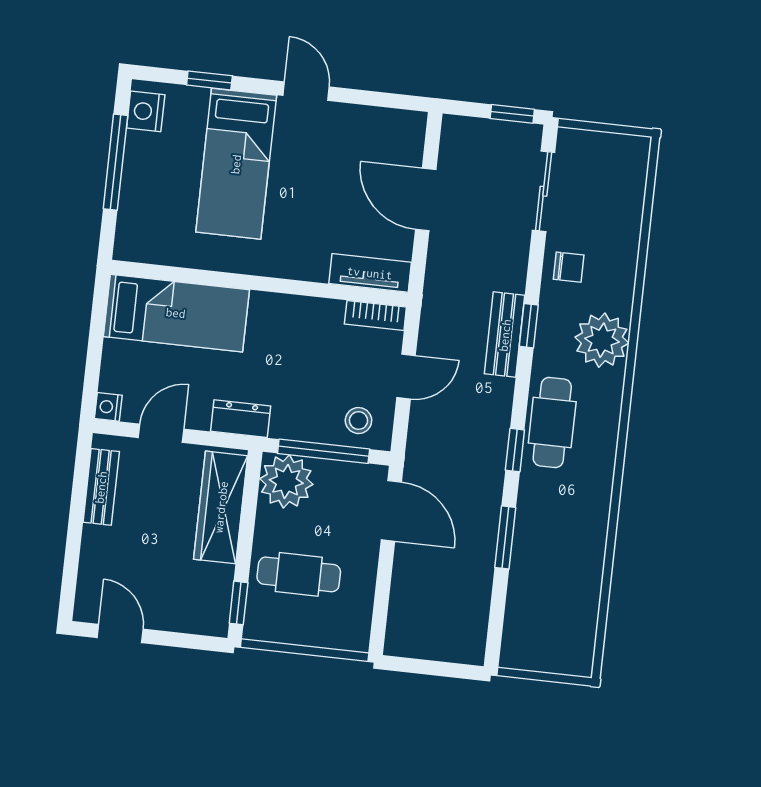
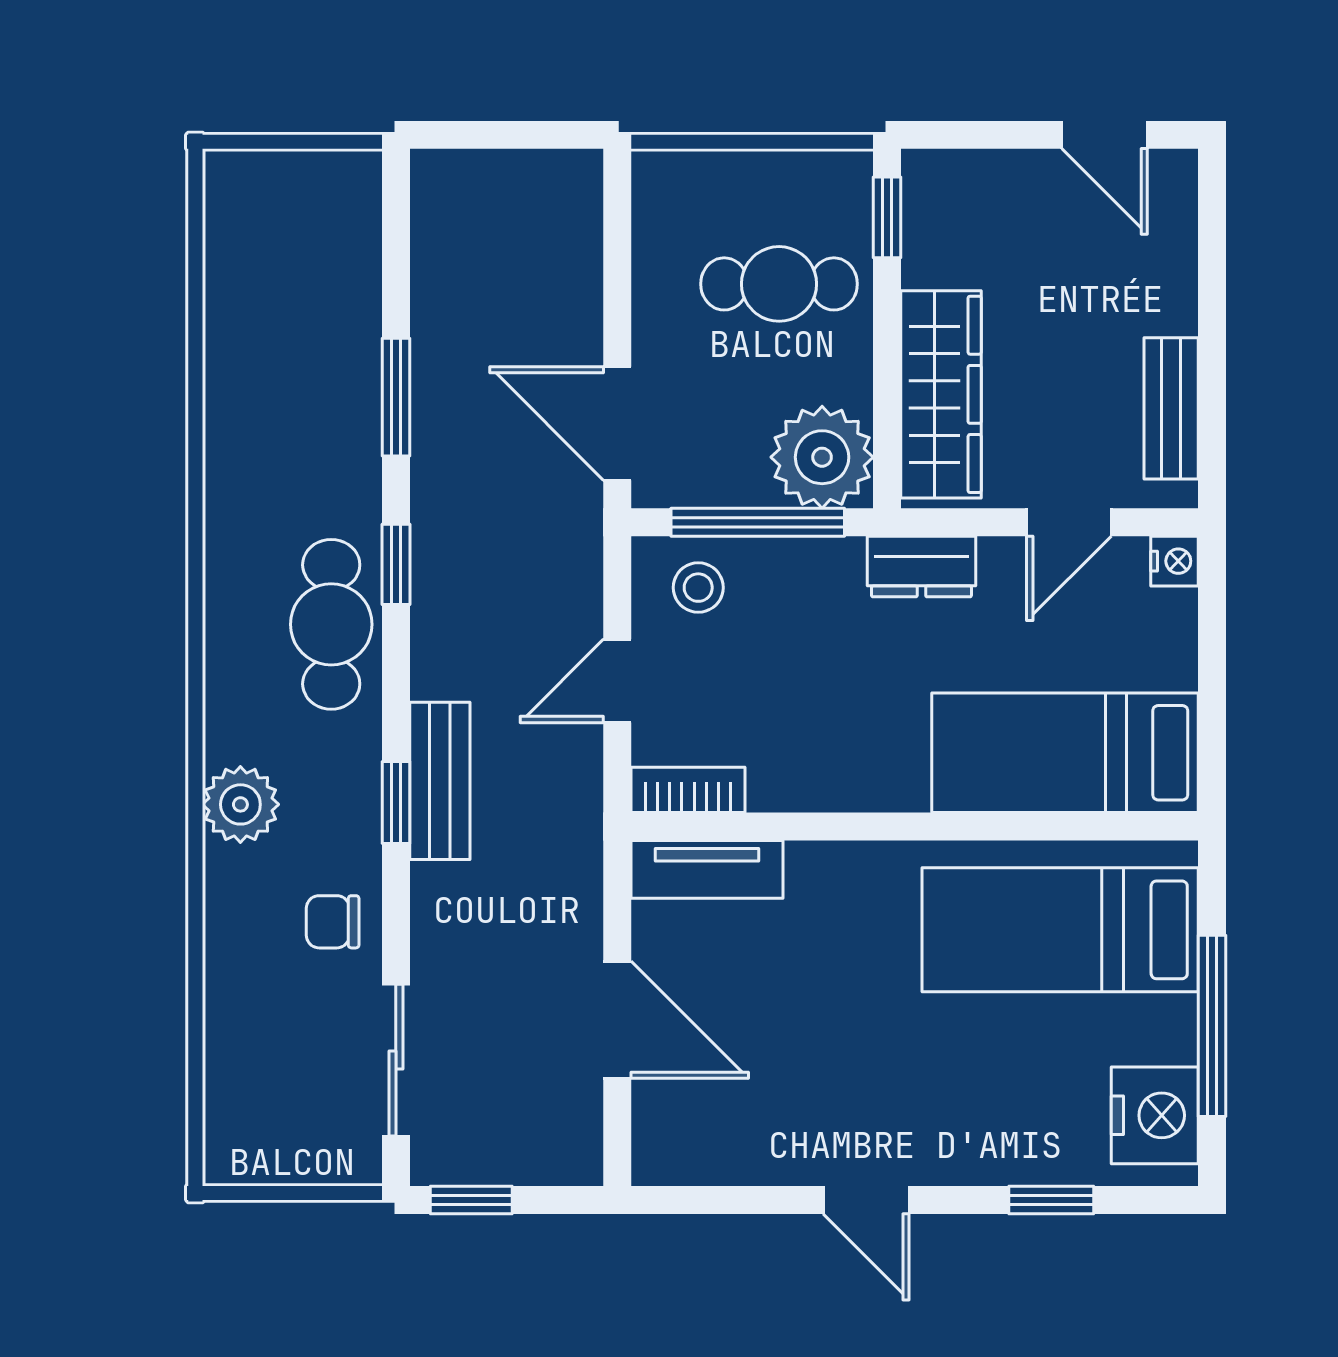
nightstand: (146, 111) -> (1155, 1115), width x1.36, depth x1.33
bed: (236, 164) -> (1060, 930), moved, turned -90
plant: (602, 340) -> (240, 804), width x0.73, depth x0.73

